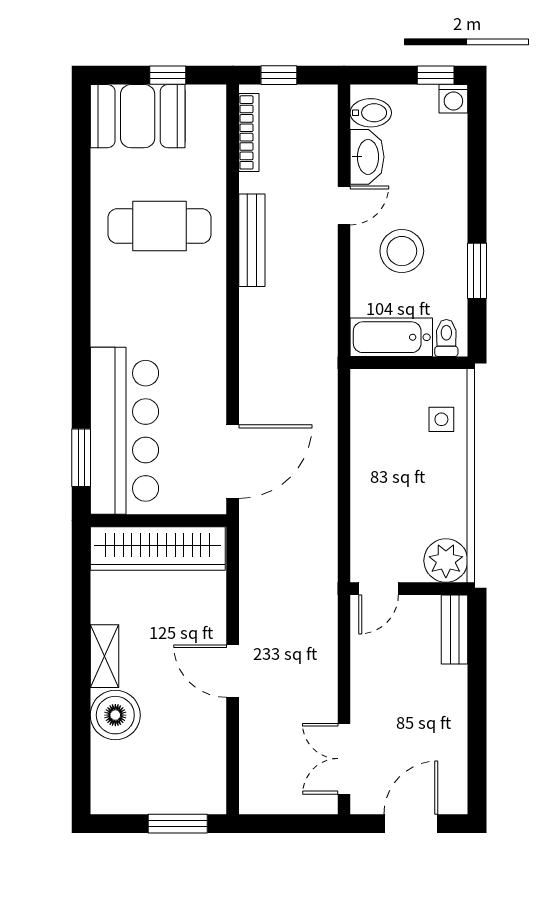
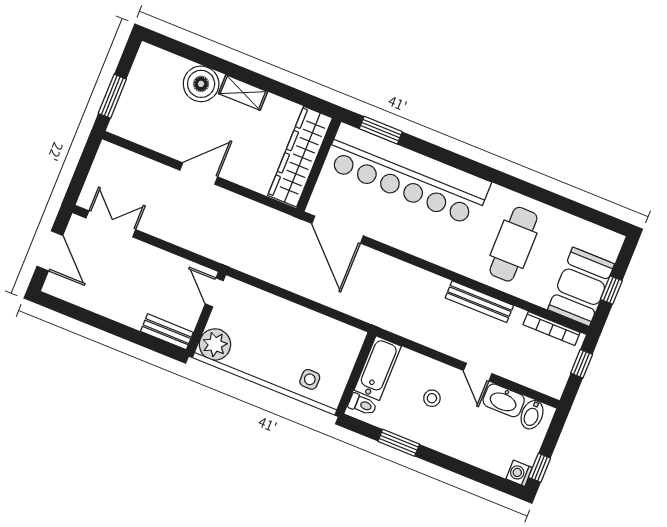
booth: (138, 116) -> (581, 287), moved
stool: (402, 251) -> (432, 398), width x0.53, depth x0.53
bar counter: (124, 431) -> (407, 174), width x1.36

